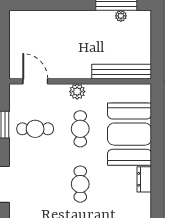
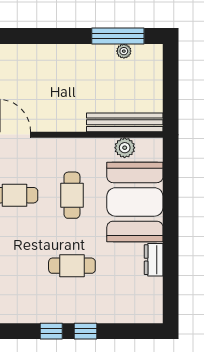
plant: (77, 92) -> (125, 148), moved
cafe table: (80, 184) -> (72, 266), turned 90

